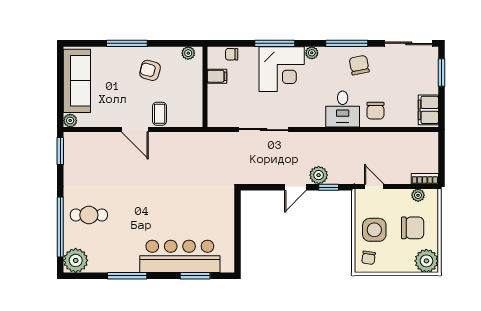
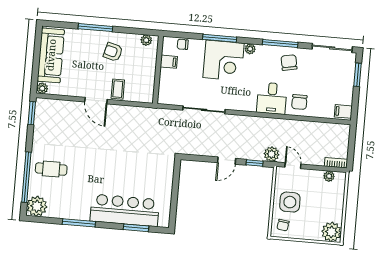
filing cabinet: (428, 110) -> (343, 111), width x0.50
plant: (319, 175) -> (272, 154), moved
chair: (413, 228) -> (322, 203), removed

